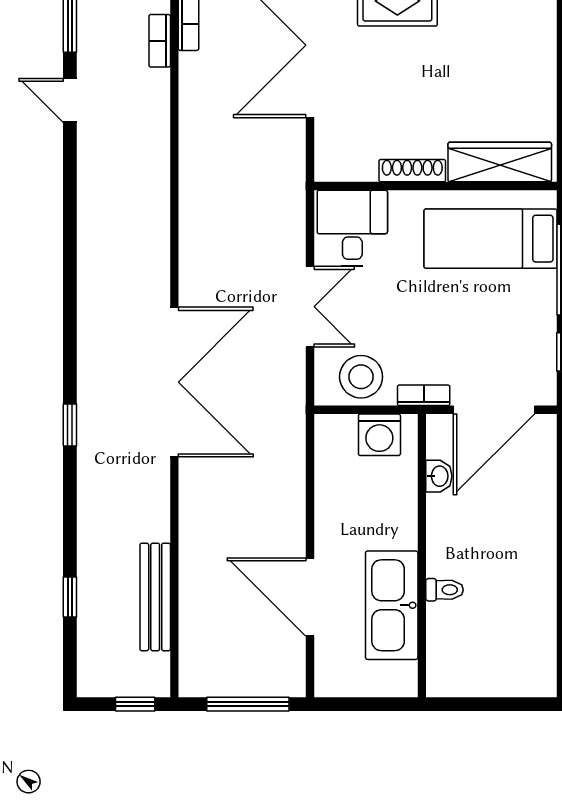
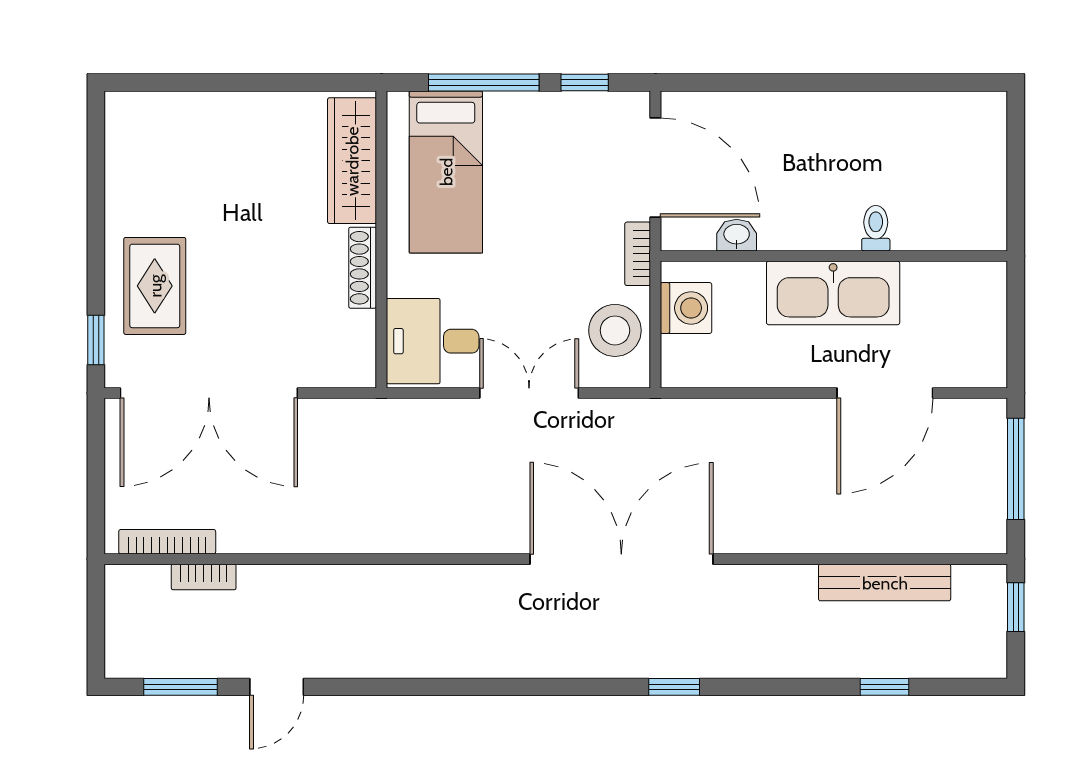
kitchen sink: (392, 605) -> (833, 293), moved

